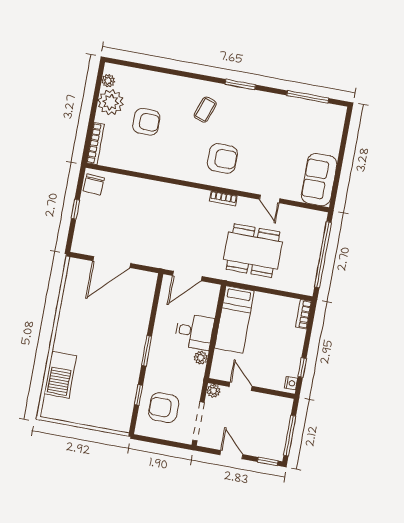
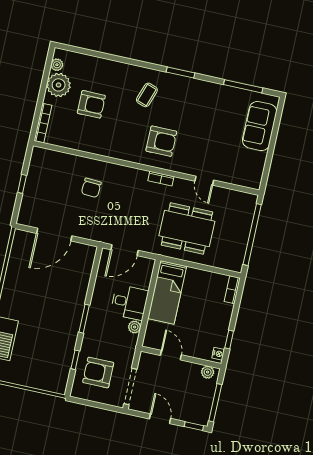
sofa: (319, 180) -> (260, 126), moved
chair: (94, 184) -> (91, 188), moved
plant: (213, 391) -> (208, 372), moved

